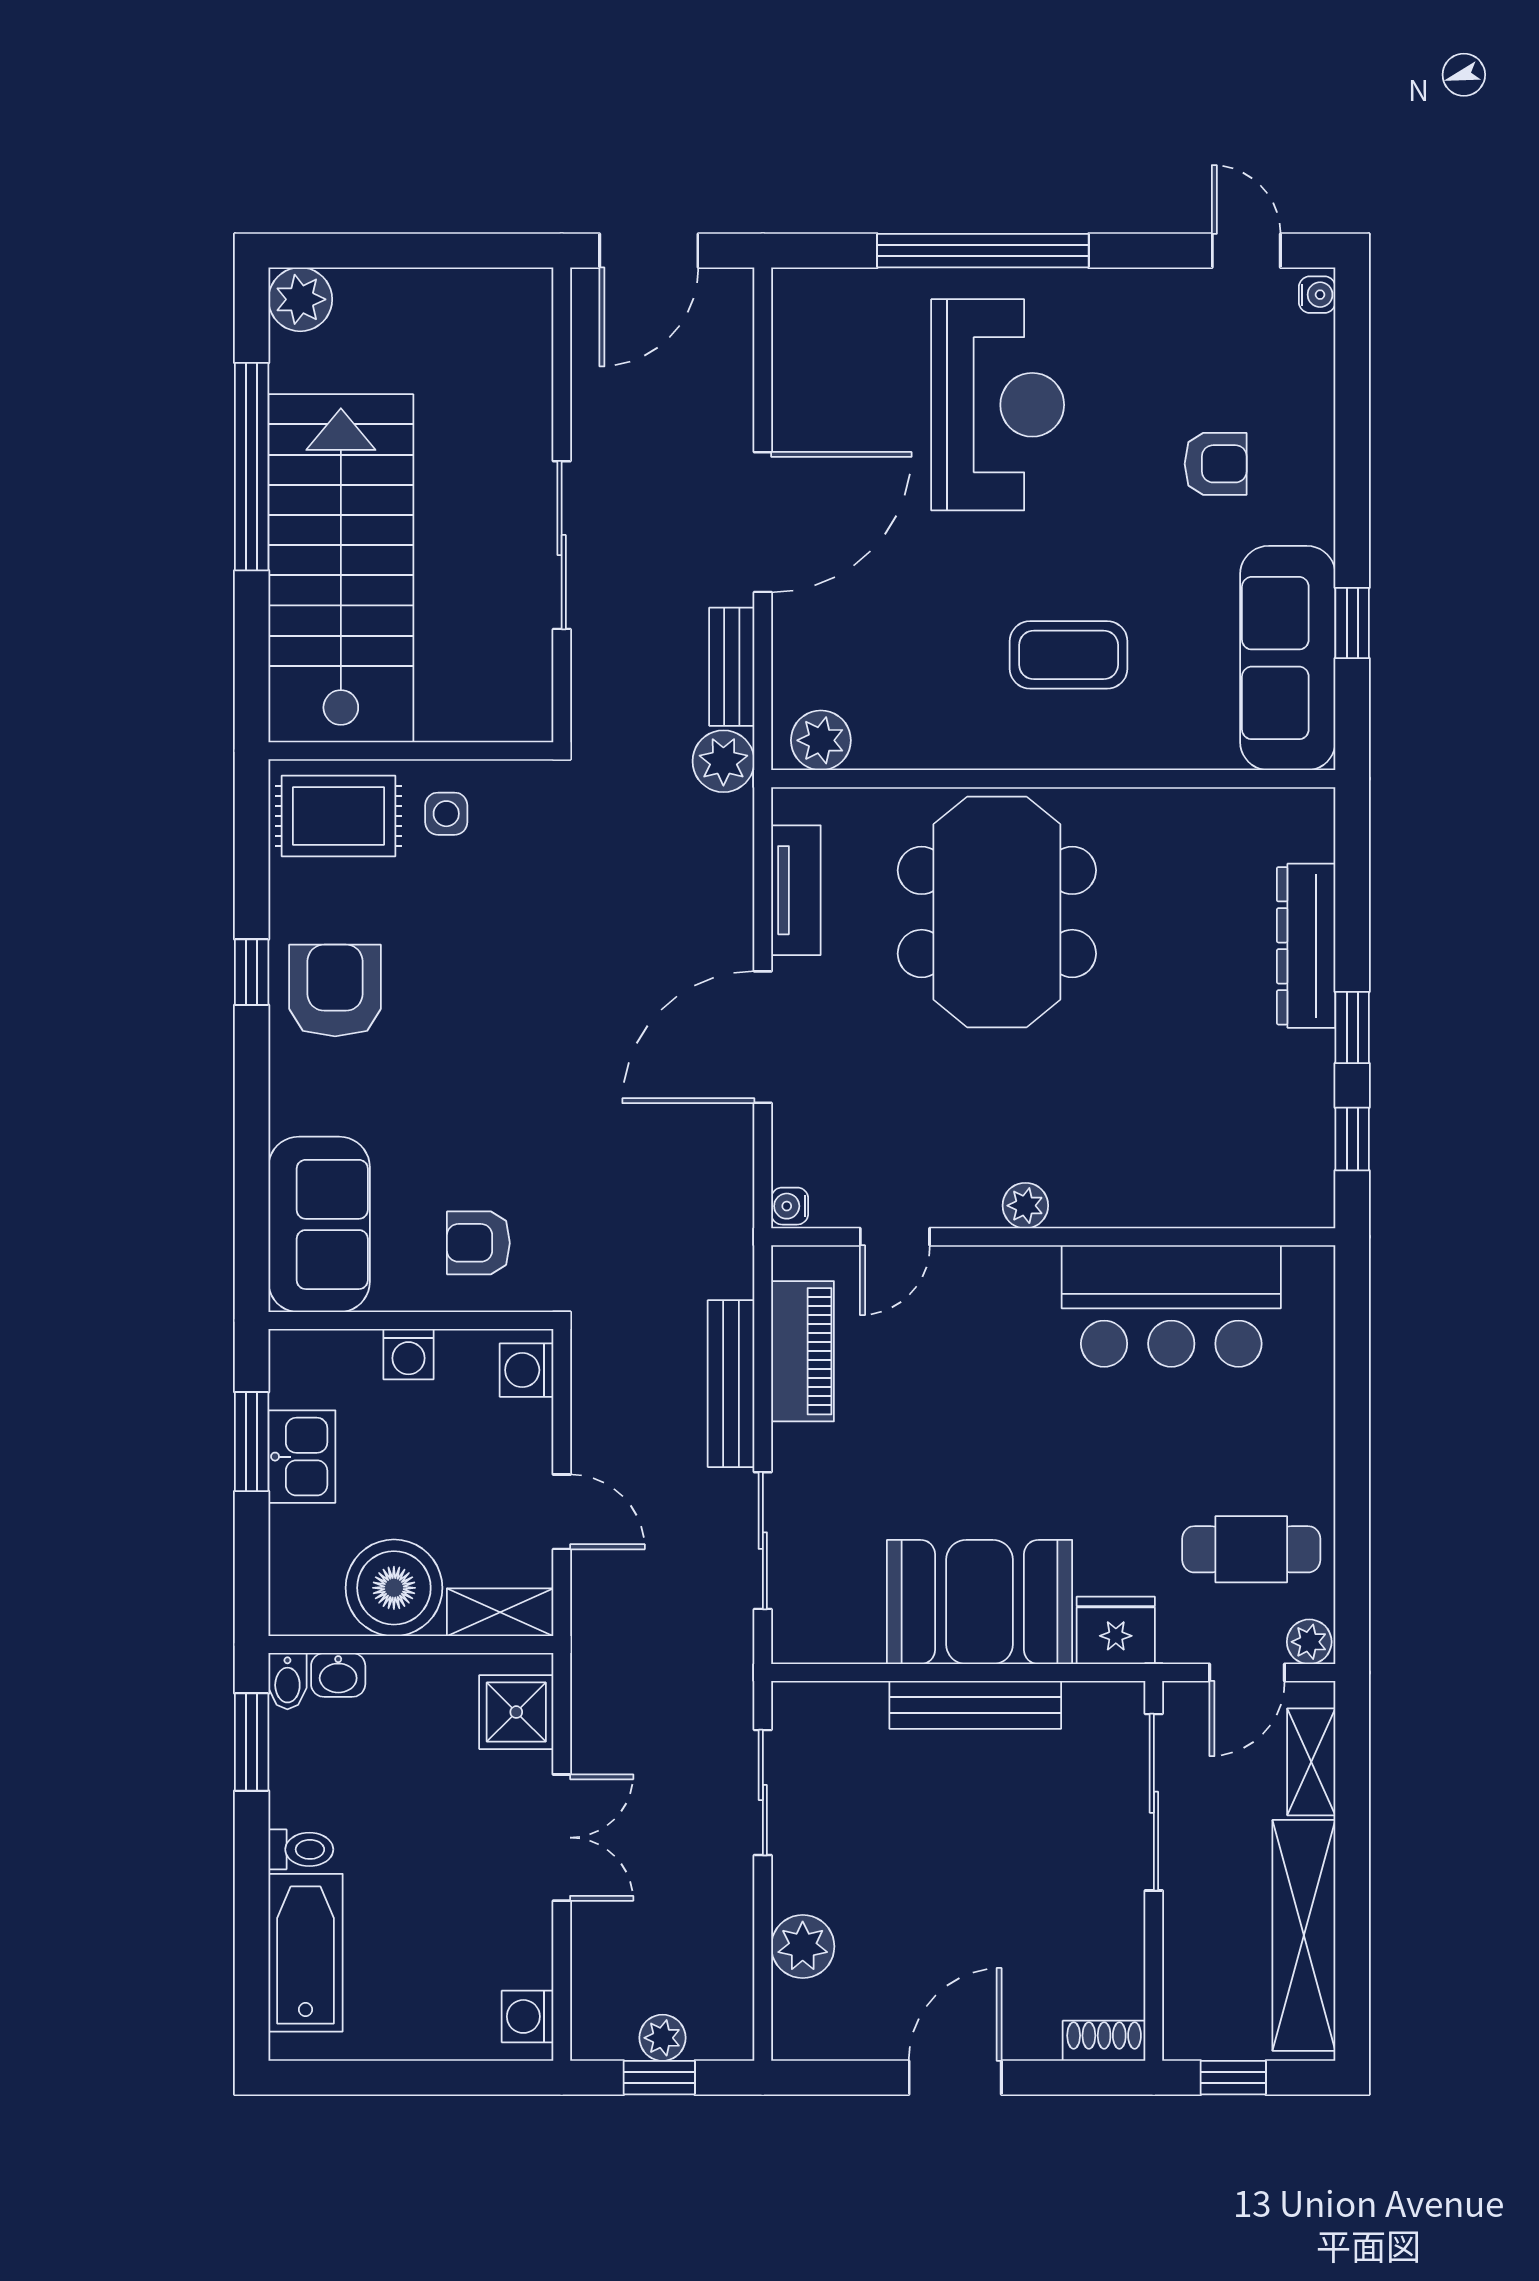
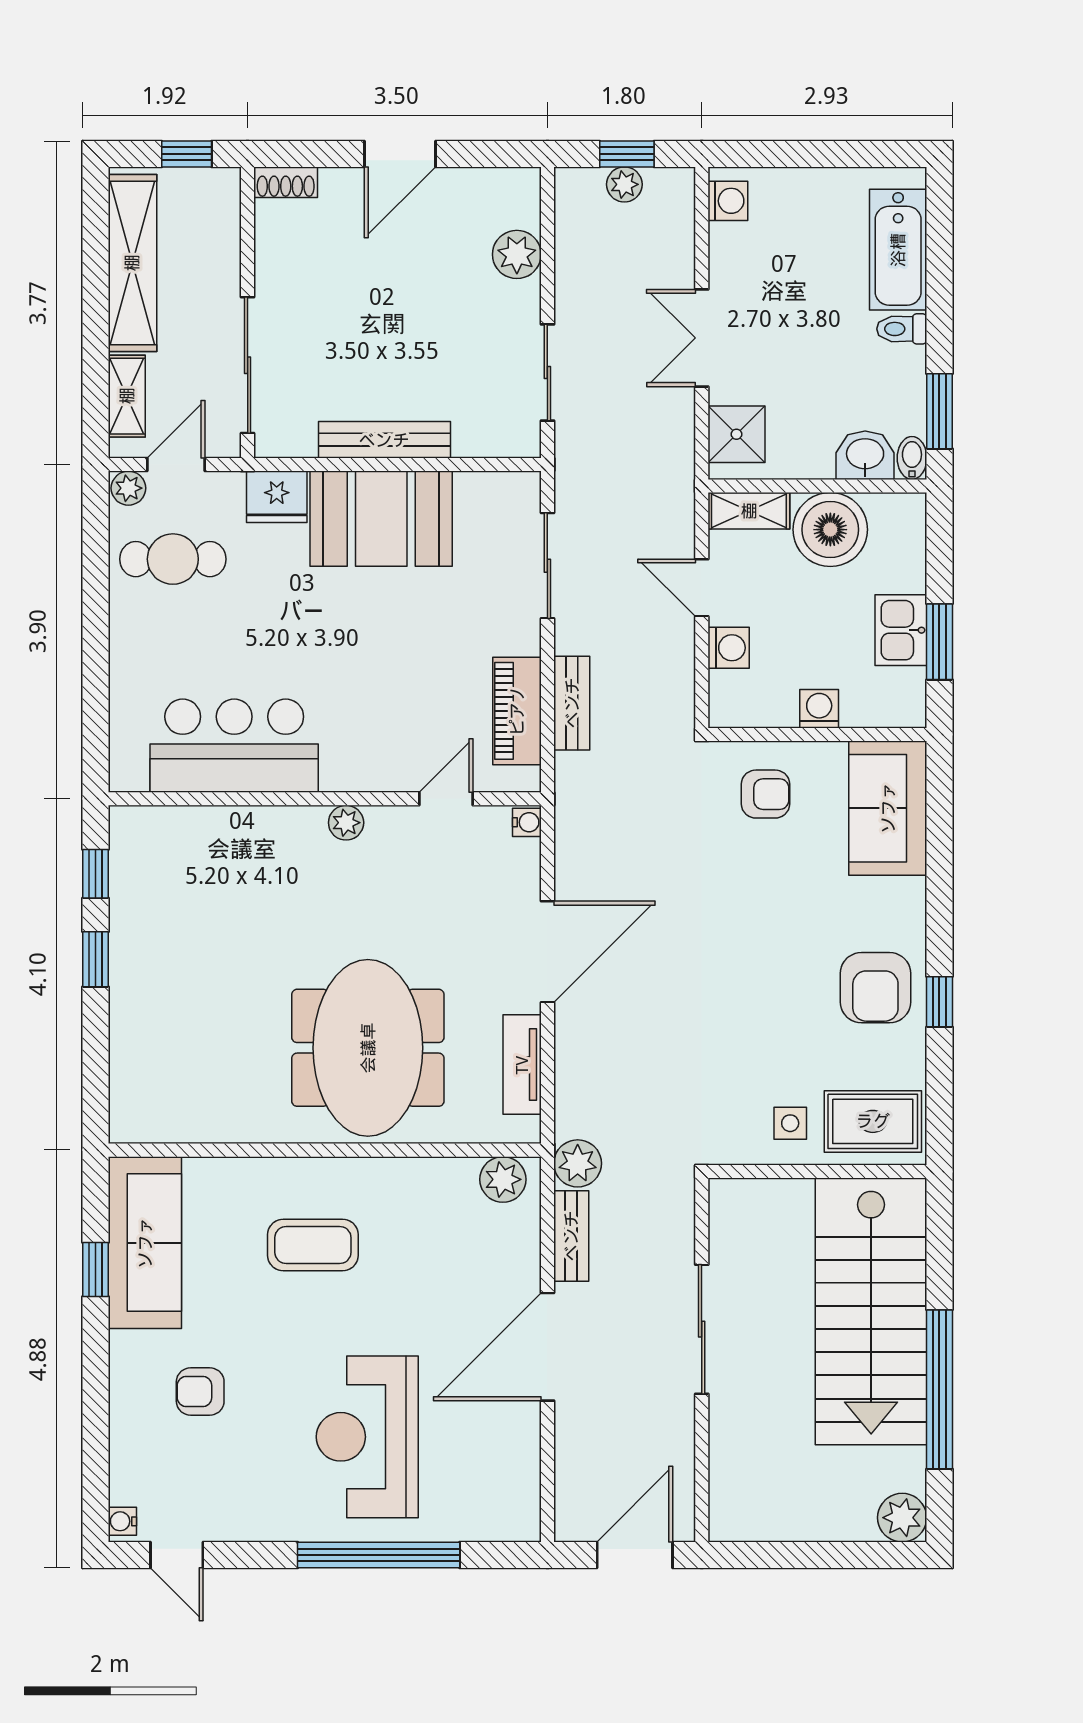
dresser: (1306, 946) -> (131, 1022), removed
washing machine: (526, 1370) -> (729, 648), moved
bench: (731, 1384) -> (572, 703), width x0.73
washbasin: (338, 1675) -> (865, 455), width x1.38, depth x1.45

